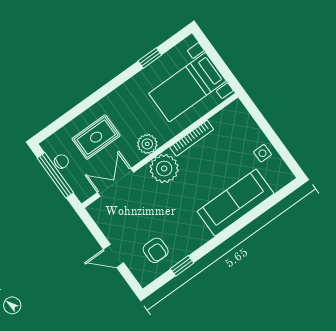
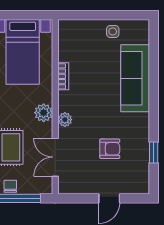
bookcase: (192, 138) -> (63, 76), width x0.64
plant: (164, 169) -> (65, 120), width x0.53, depth x0.53
armchair: (156, 250) -> (110, 149), moved

